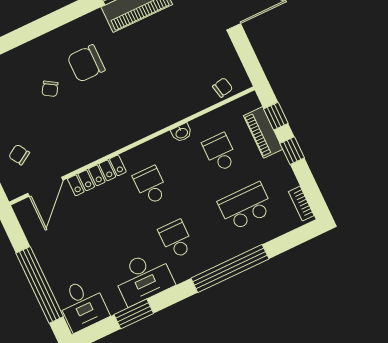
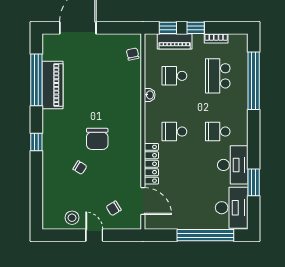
window: (56, 19) -> (36, 142), added
chair: (86, 63) -> (97, 139), moved
bookcase: (301, 204) -> (216, 38), moved
window: (230, 269) -> (254, 81), moved
desk: (82, 305) -> (232, 208), width x1.37

